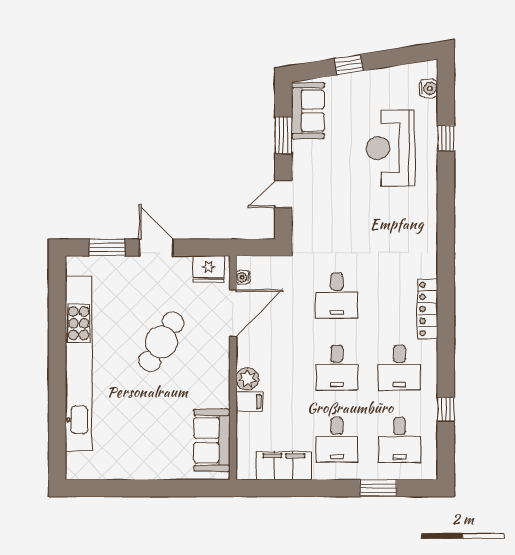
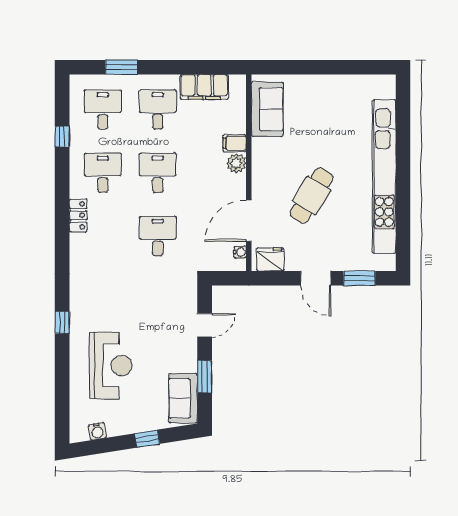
water cooler: (429, 88) -> (97, 431), moved, turned -99
window: (446, 138) -> (62, 322), moved
locker: (428, 309) -> (78, 215), width x0.66

